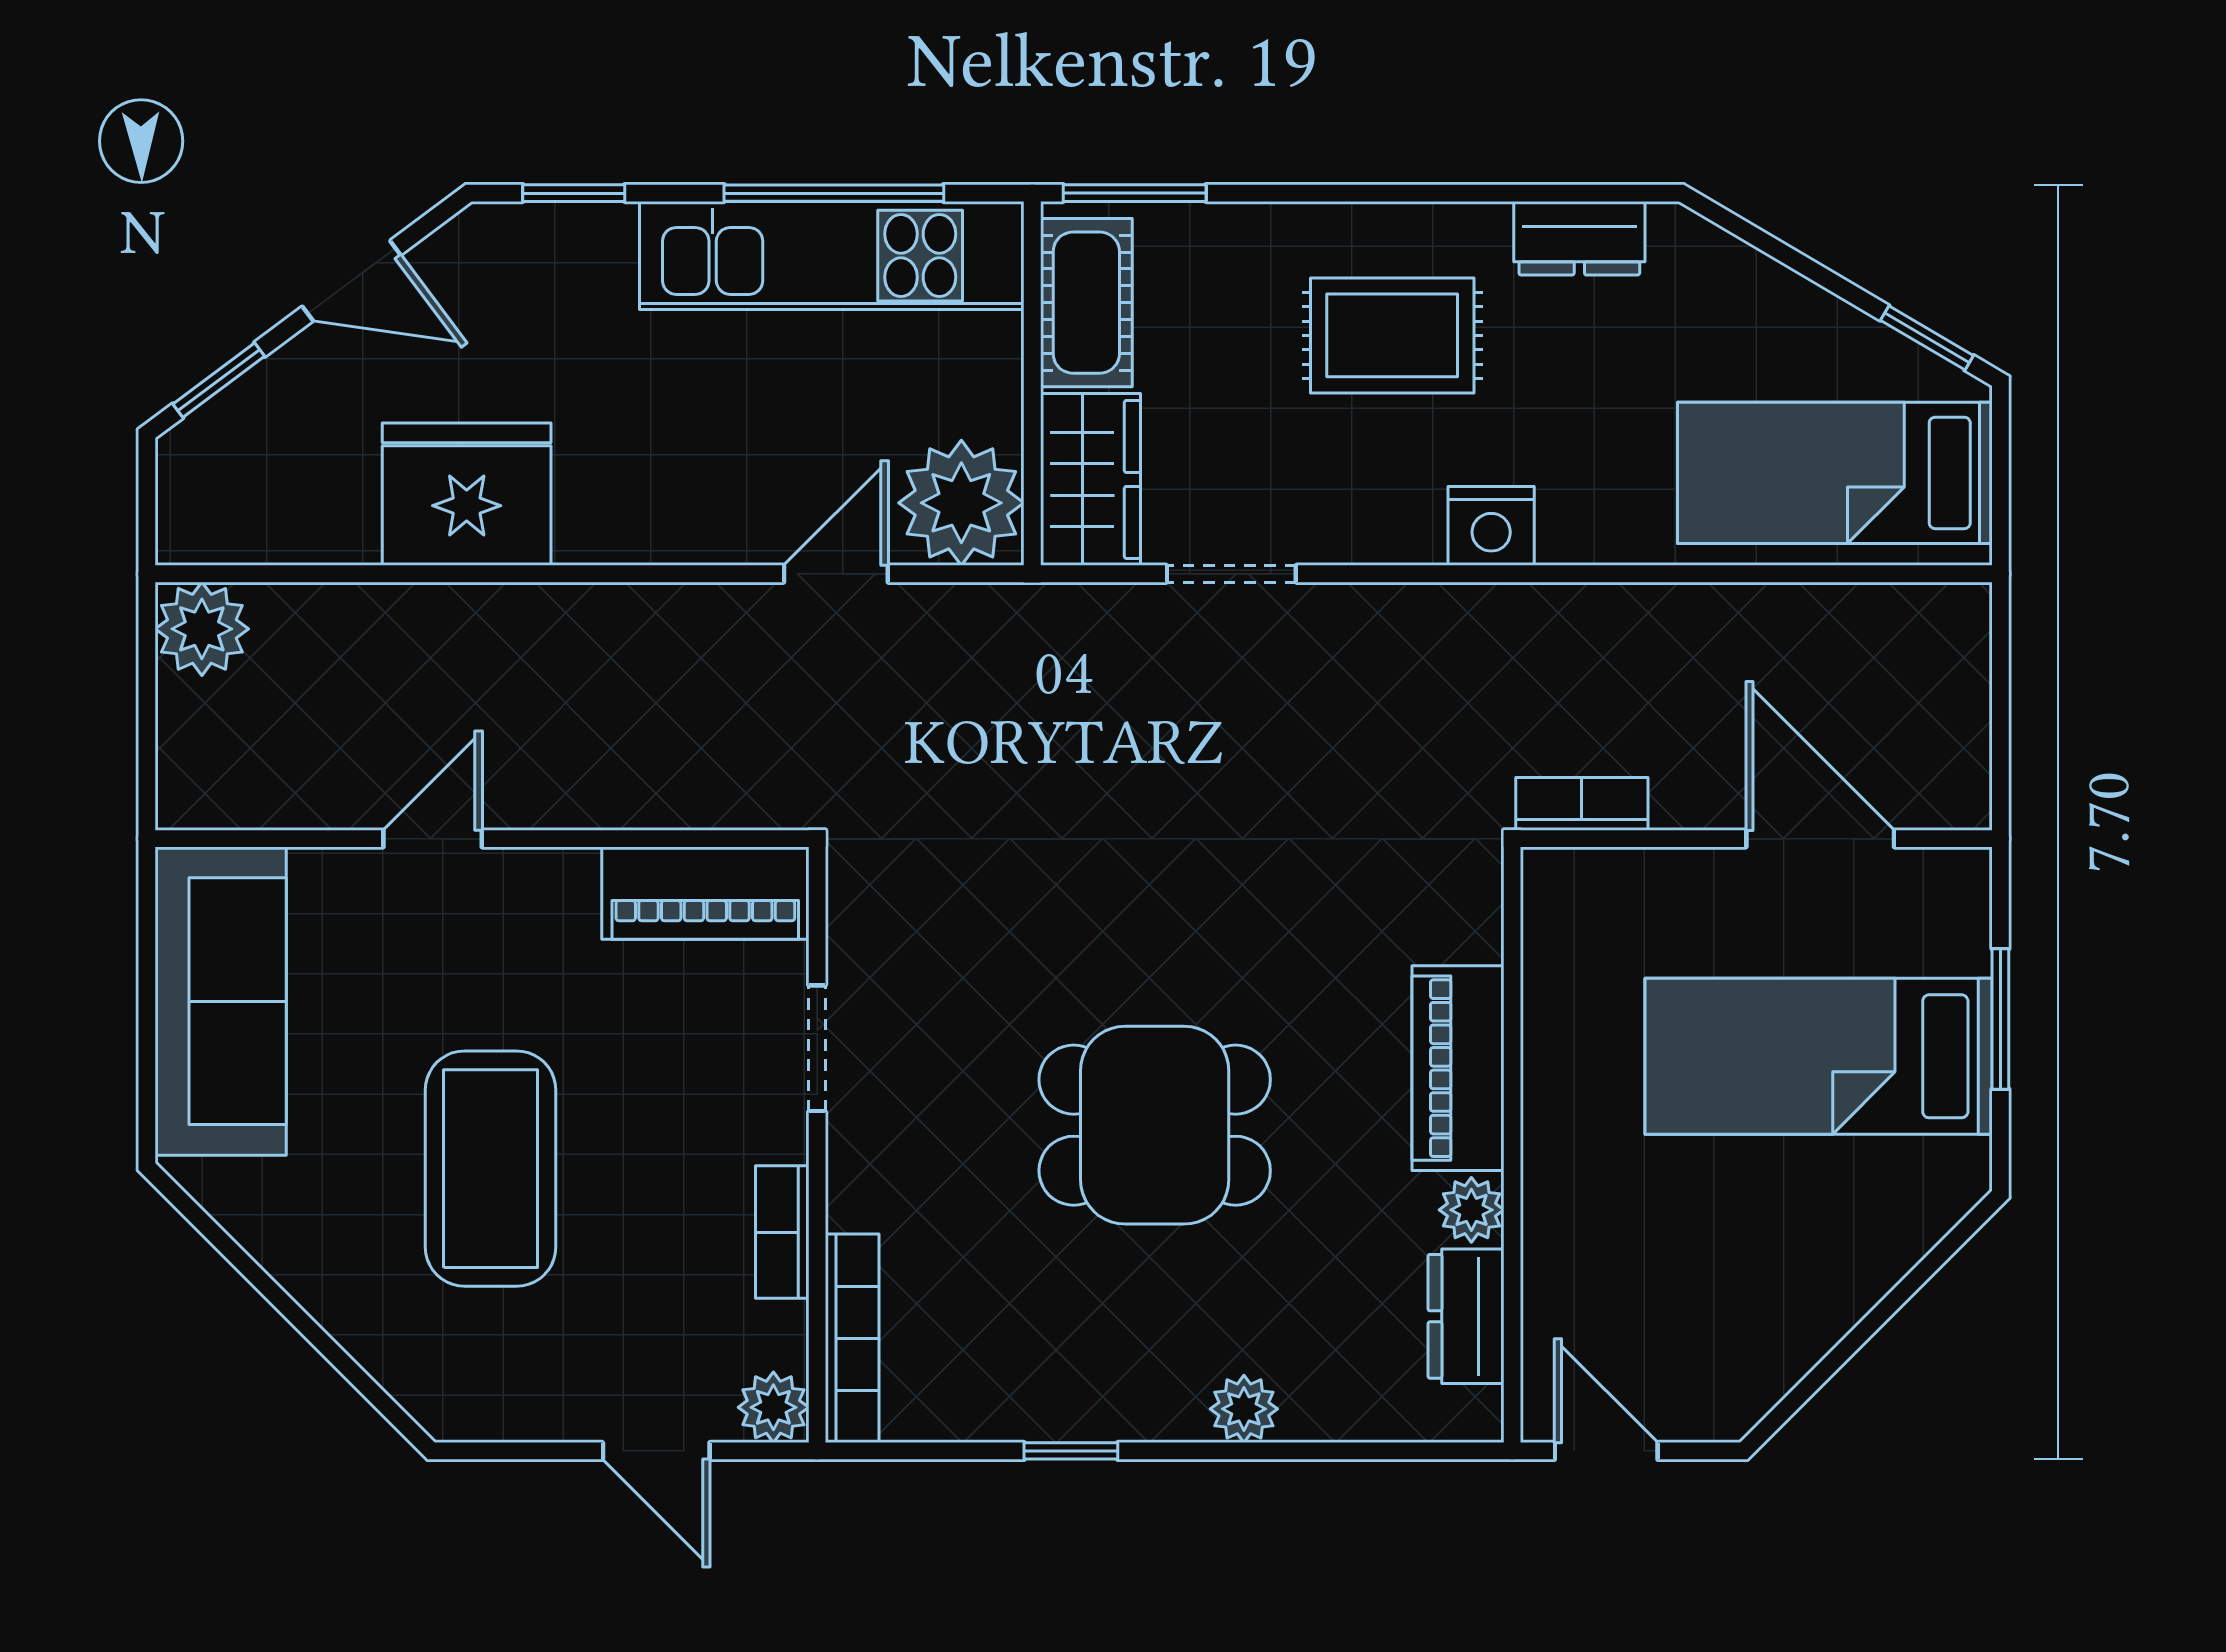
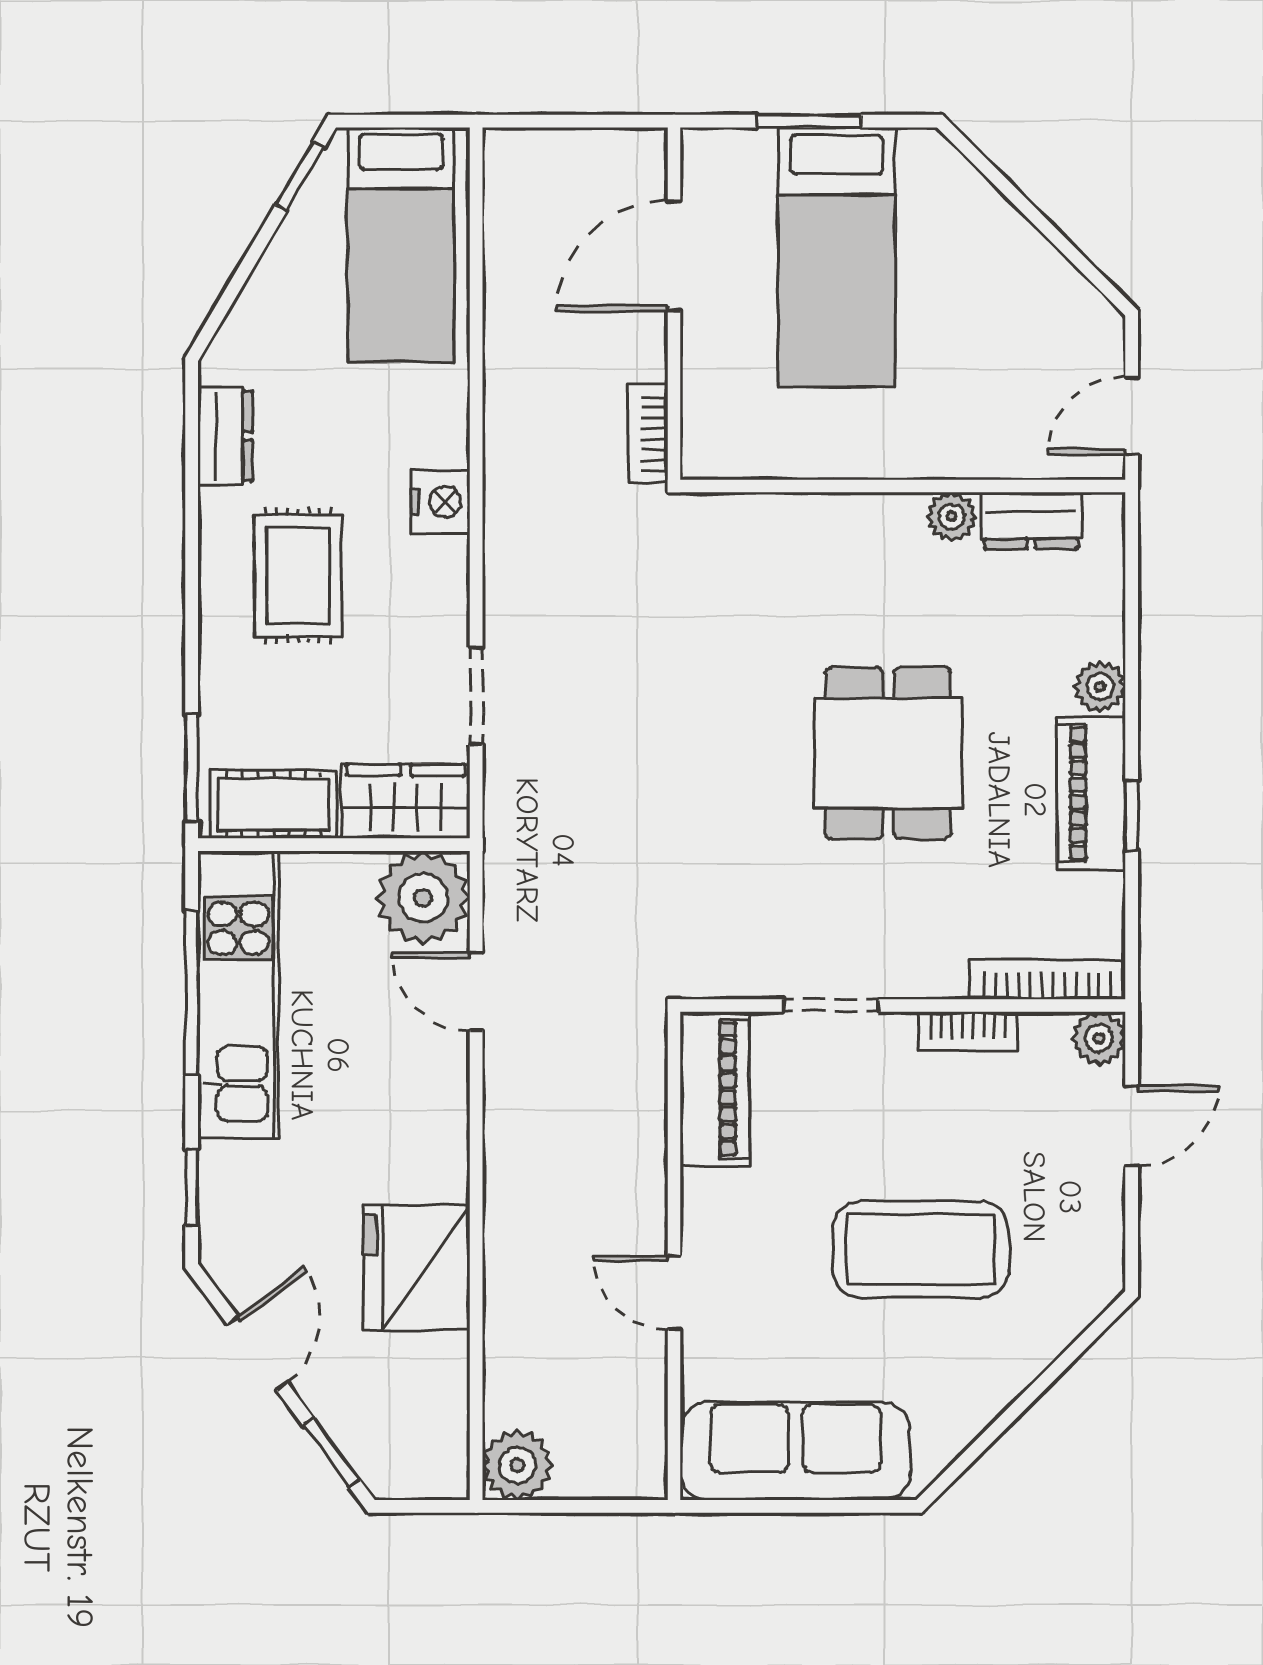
piano: (1458, 1068) -> (1091, 793), moved, turned 90

